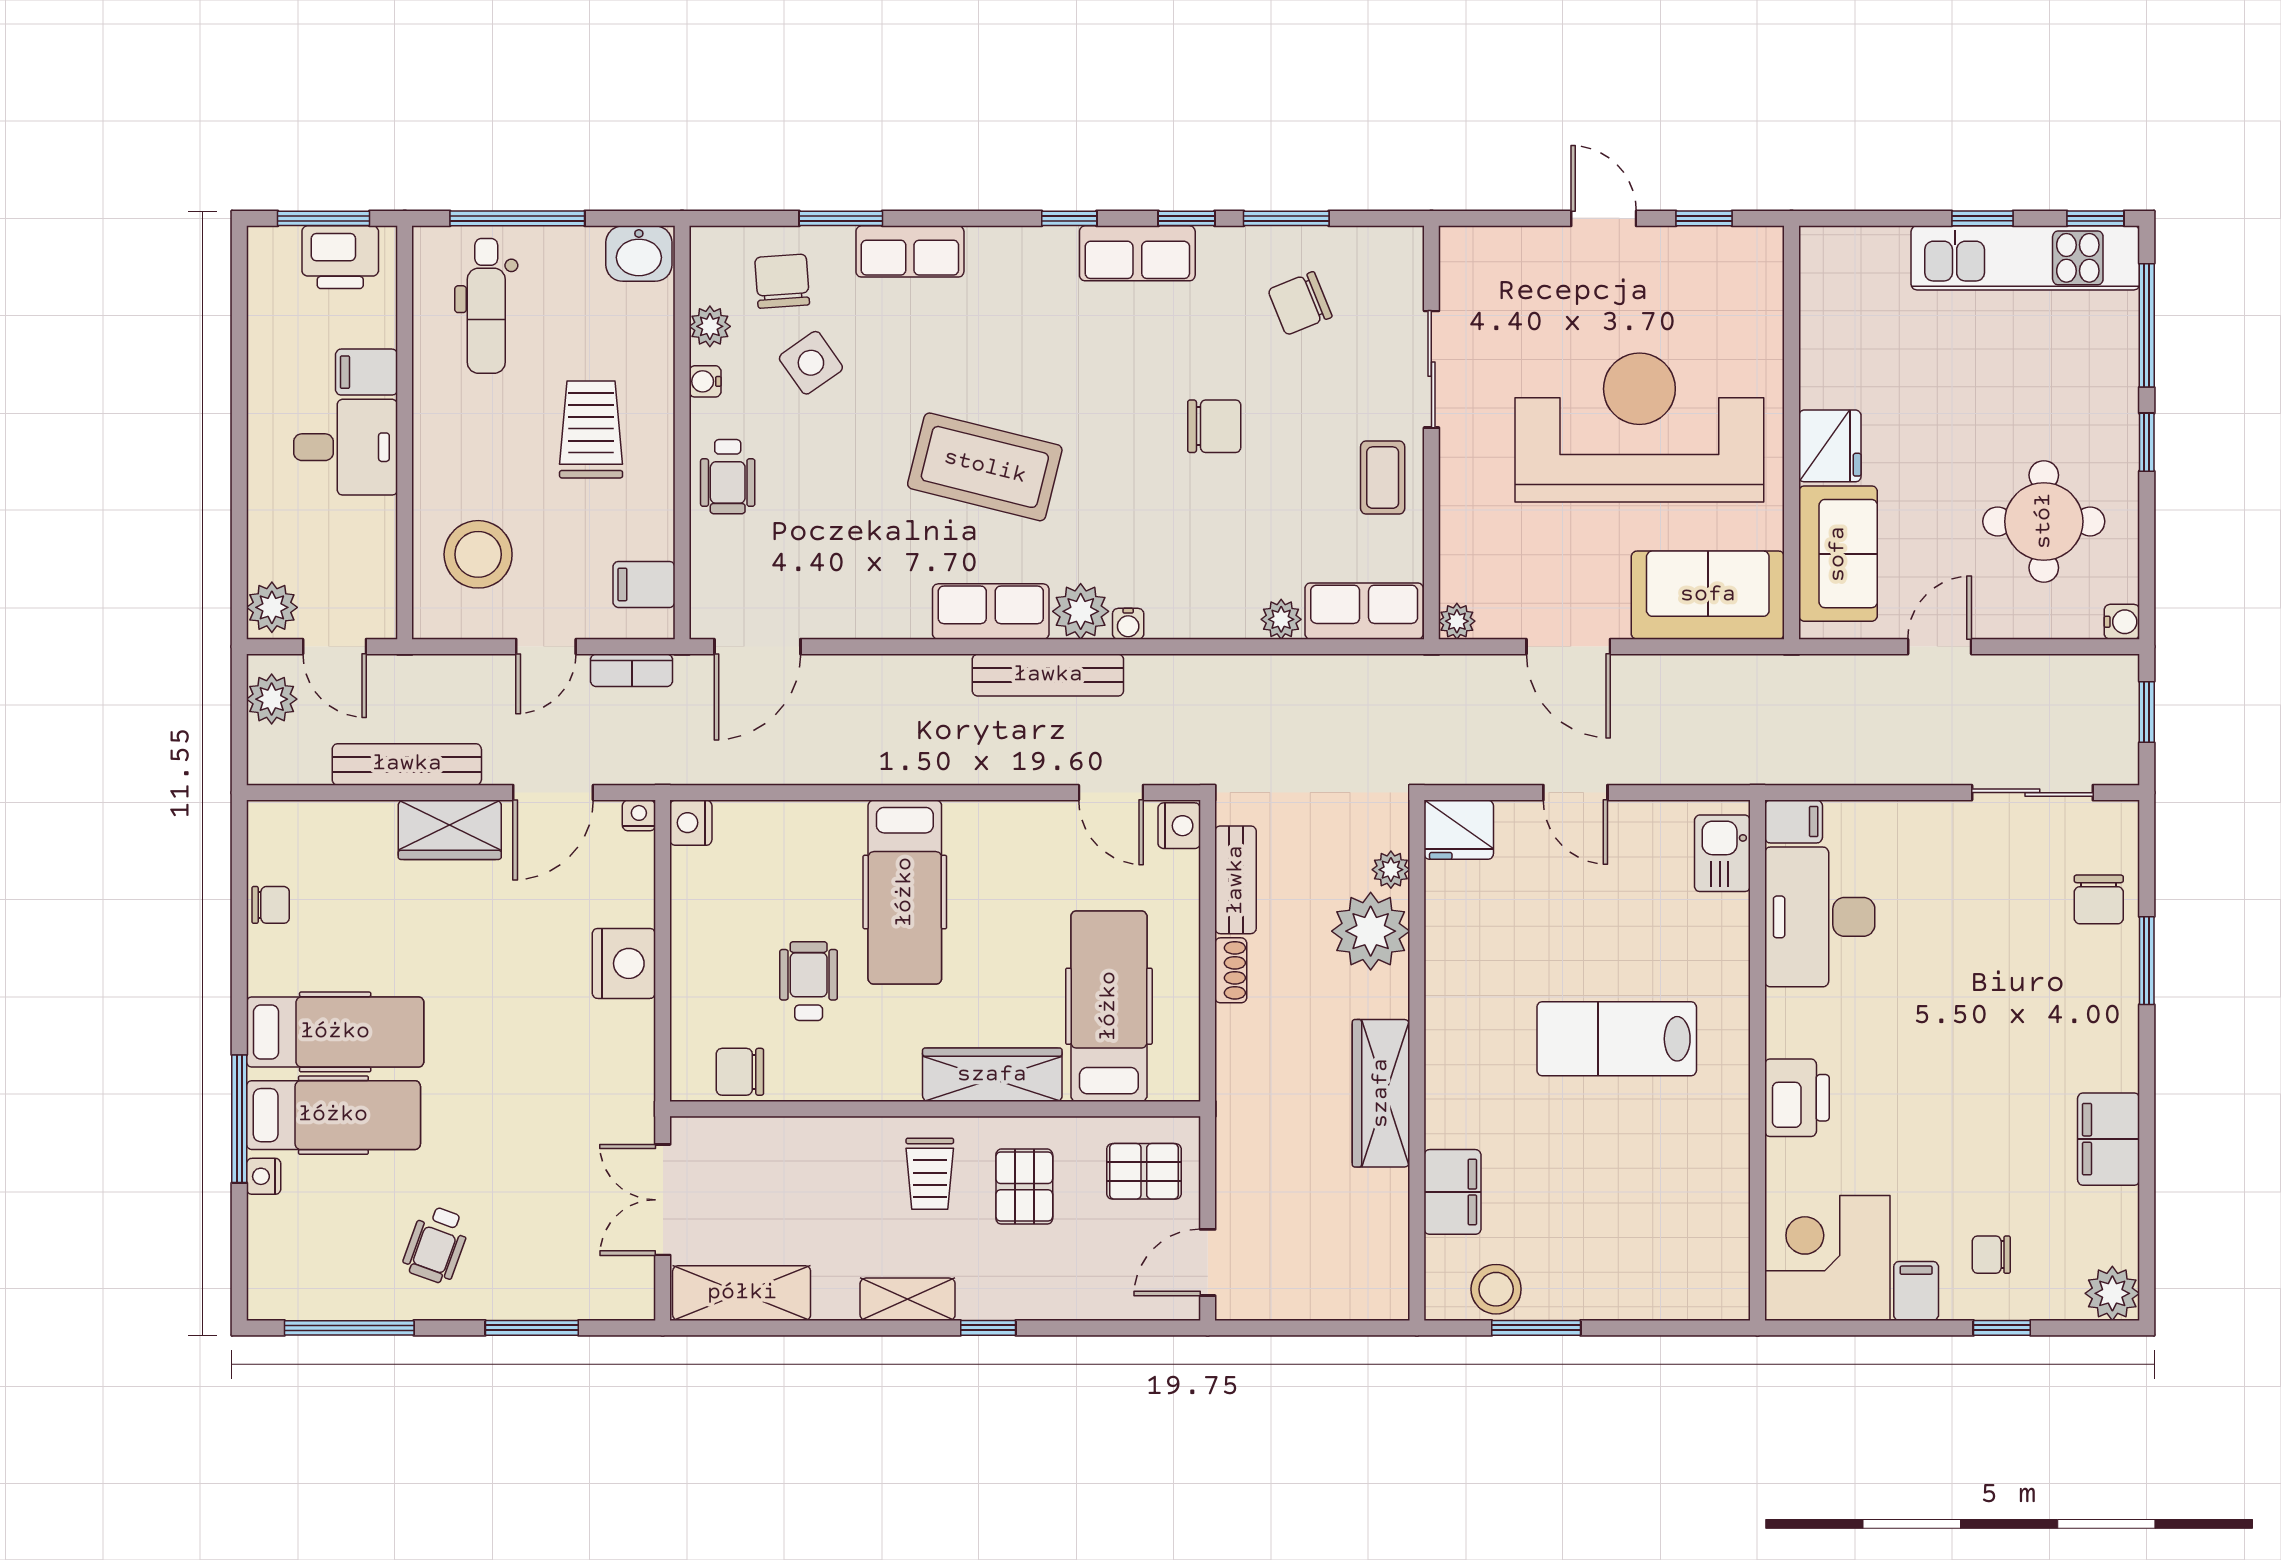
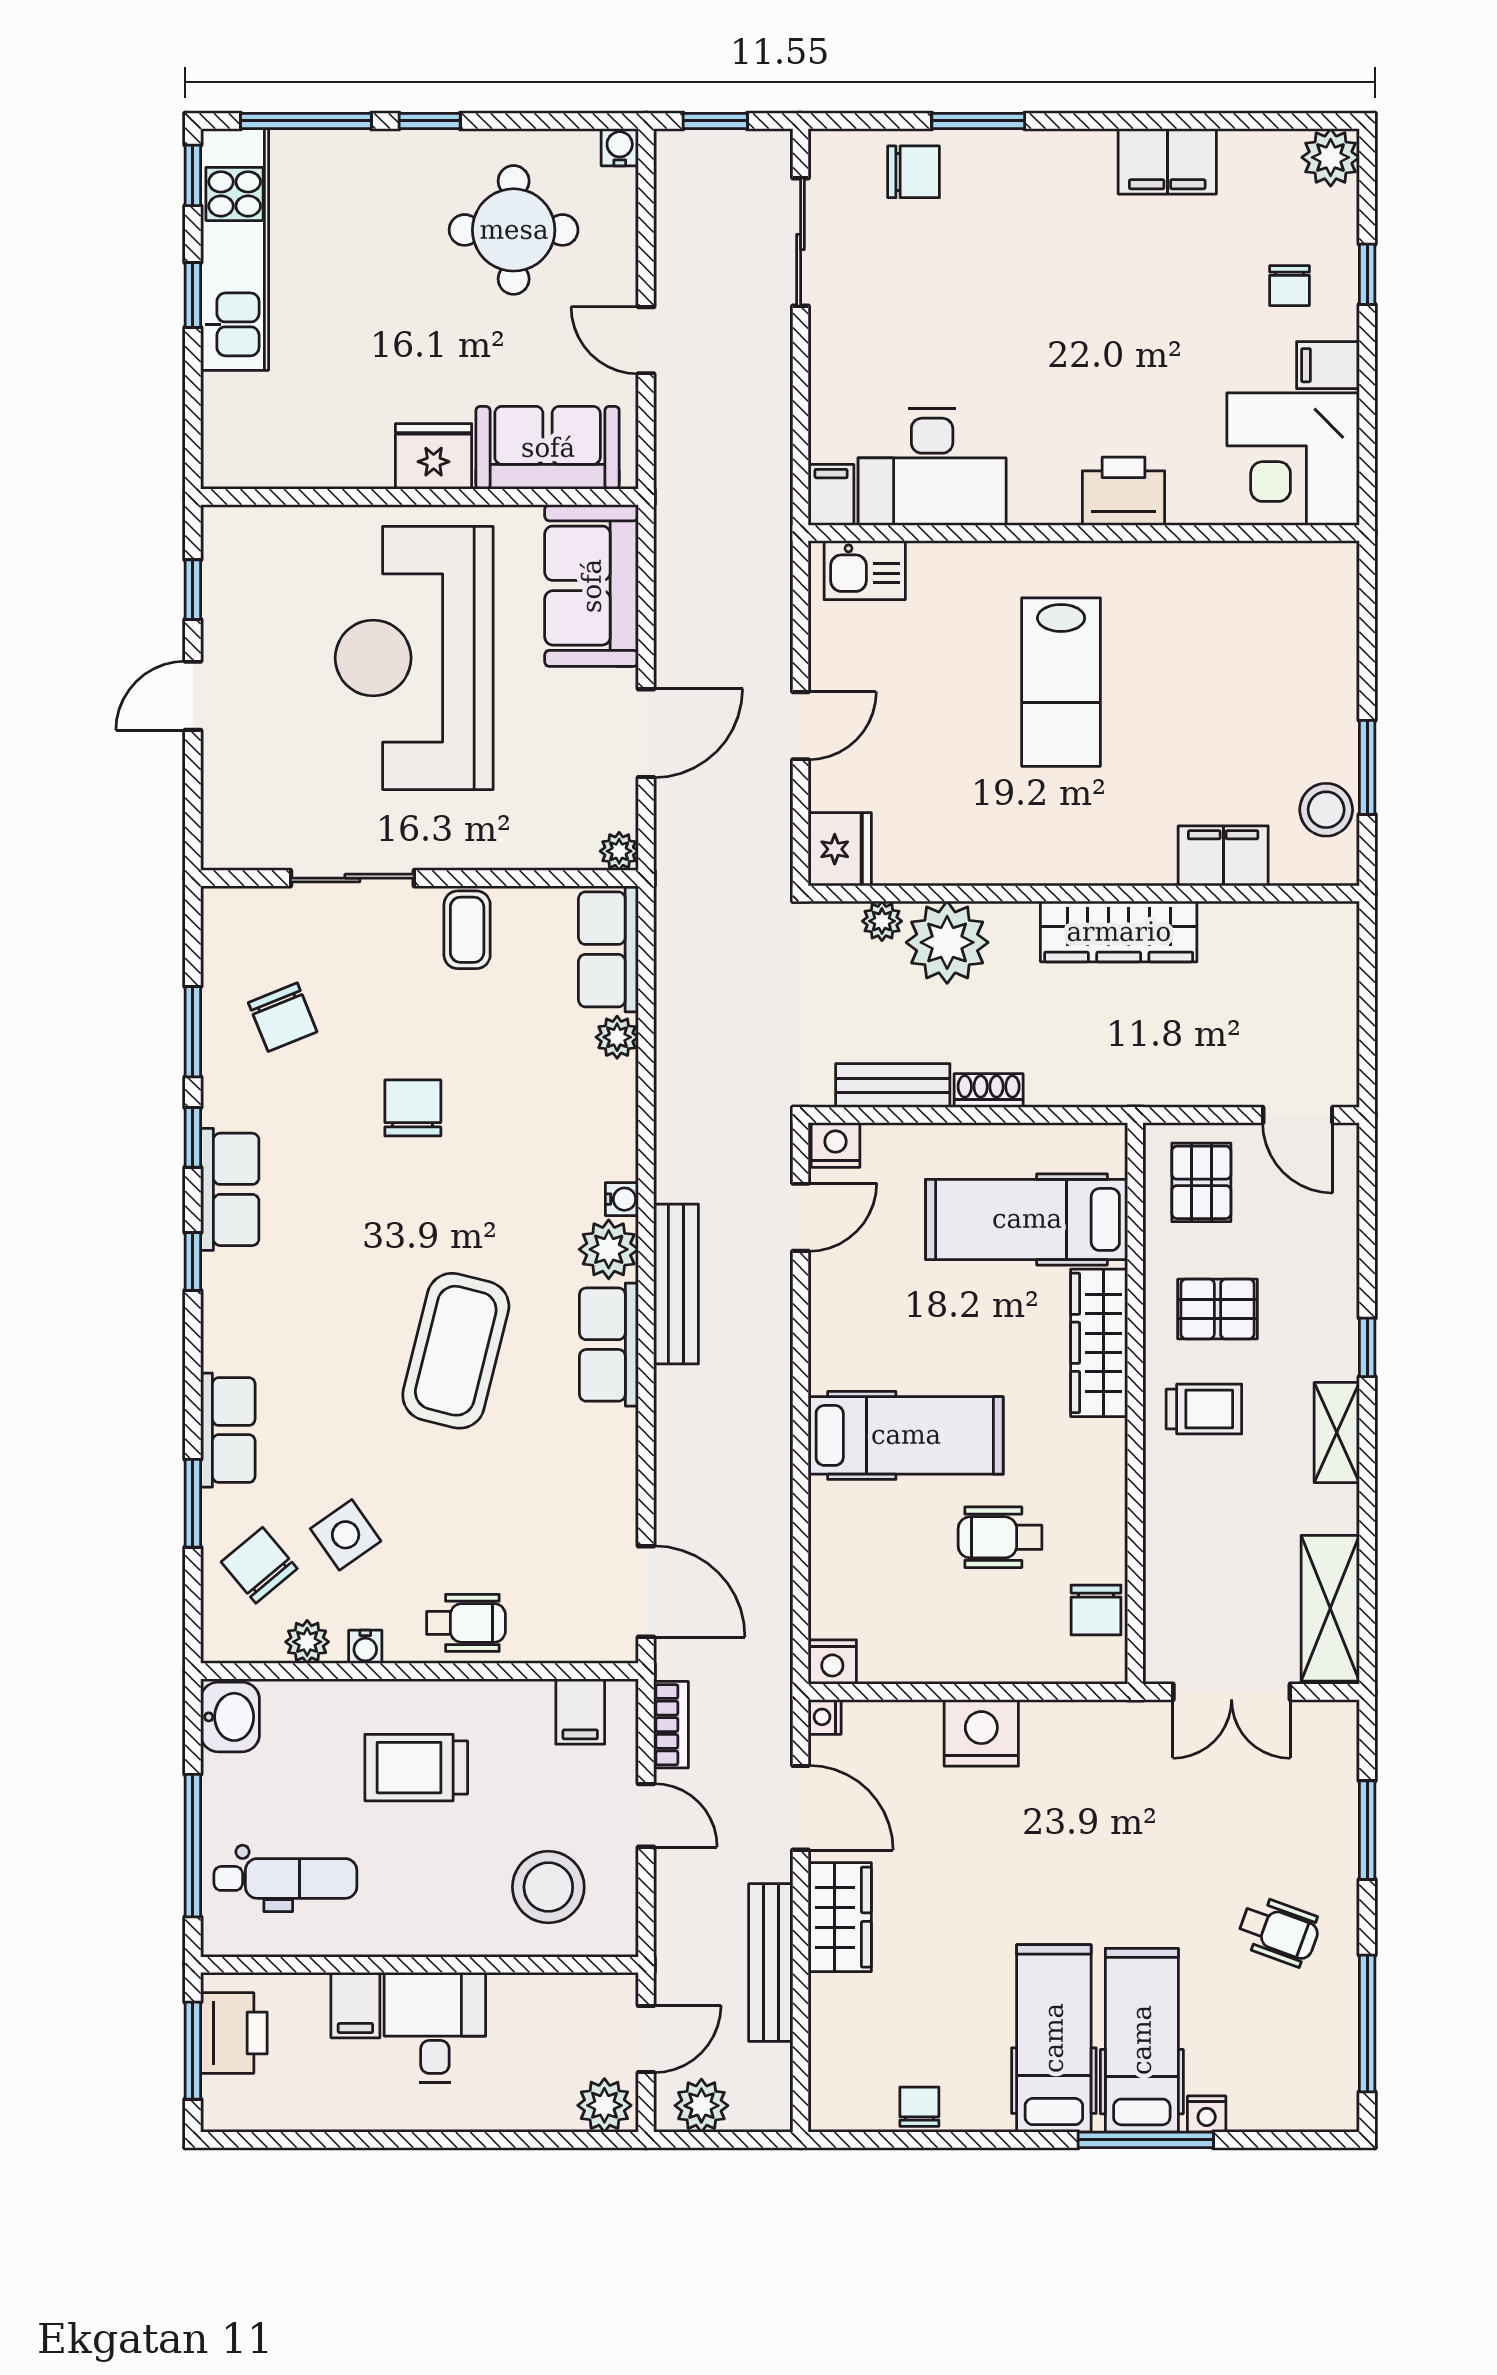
chair: (782, 281) -> (259, 1565), turned 54
coffee table: (1383, 478) -> (467, 930), turned 90

